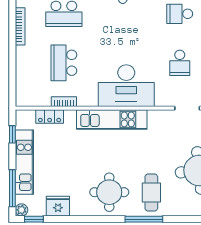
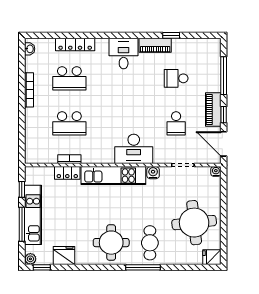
school desk: (64, 63) -> (69, 123), turned -90
desk: (126, 86) -> (134, 149), width x0.73, depth x0.77
water cooler: (155, 116) -> (153, 173), added
locker: (50, 117) -> (67, 173), moved
window: (12, 188) -> (22, 224), moved

